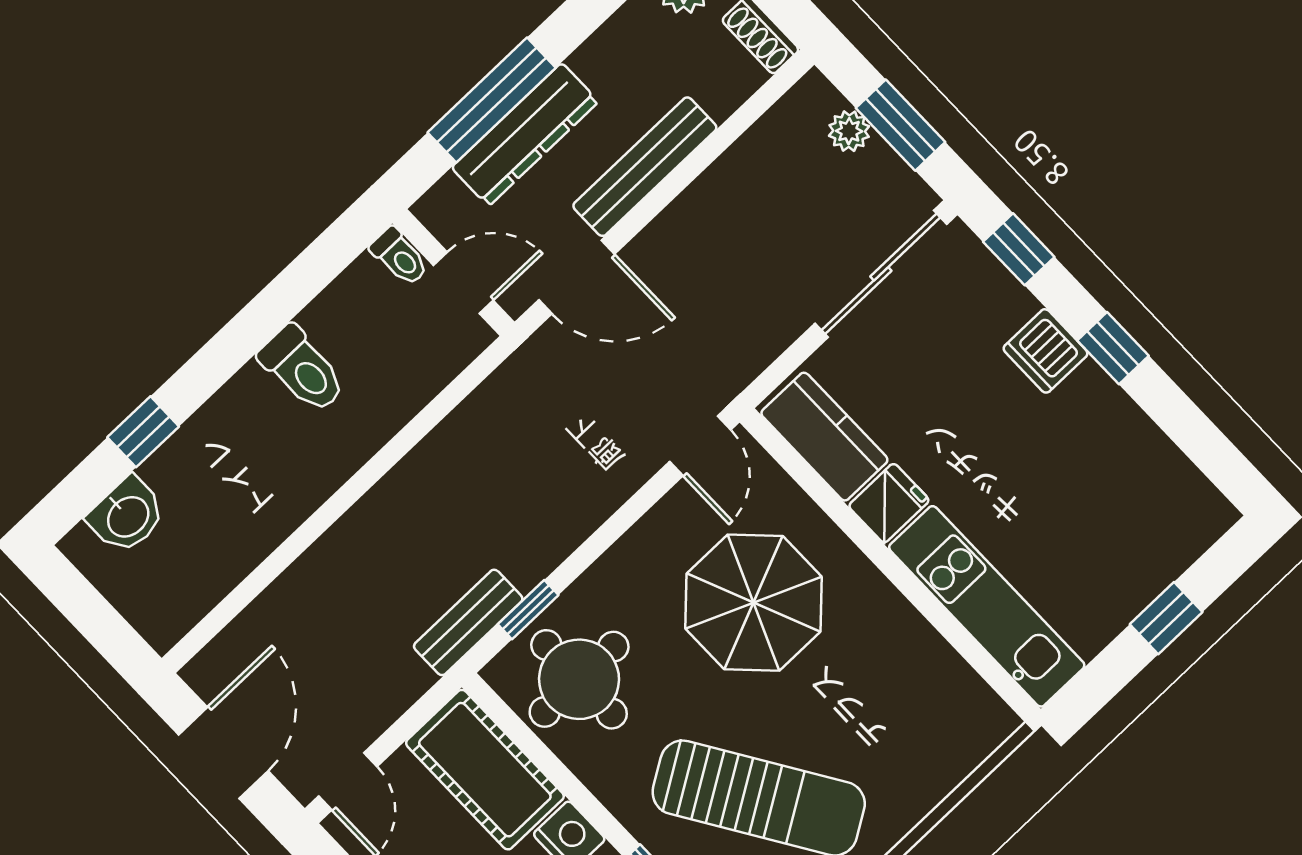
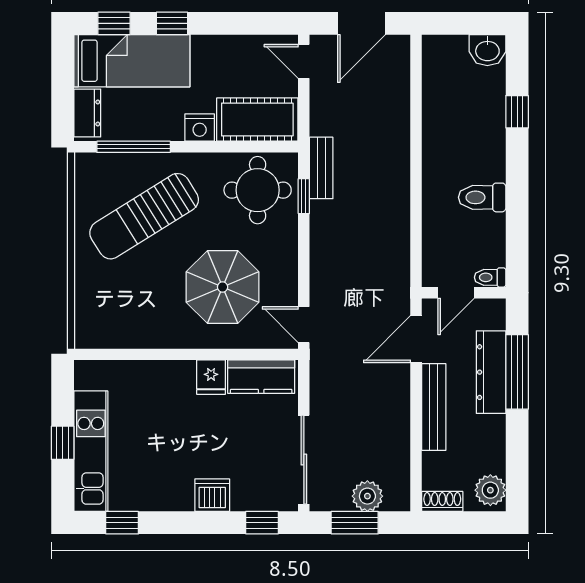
plant: (849, 131) -> (367, 496), width x1.38, depth x1.38
window: (1113, 348) -> (122, 523), moved
washbasin: (127, 516) -> (487, 50), moved, turned -90
kitchen unit: (987, 606) -> (91, 451), moved, turned -90
door: (223, 753) -> (361, 23), hinge flipped

